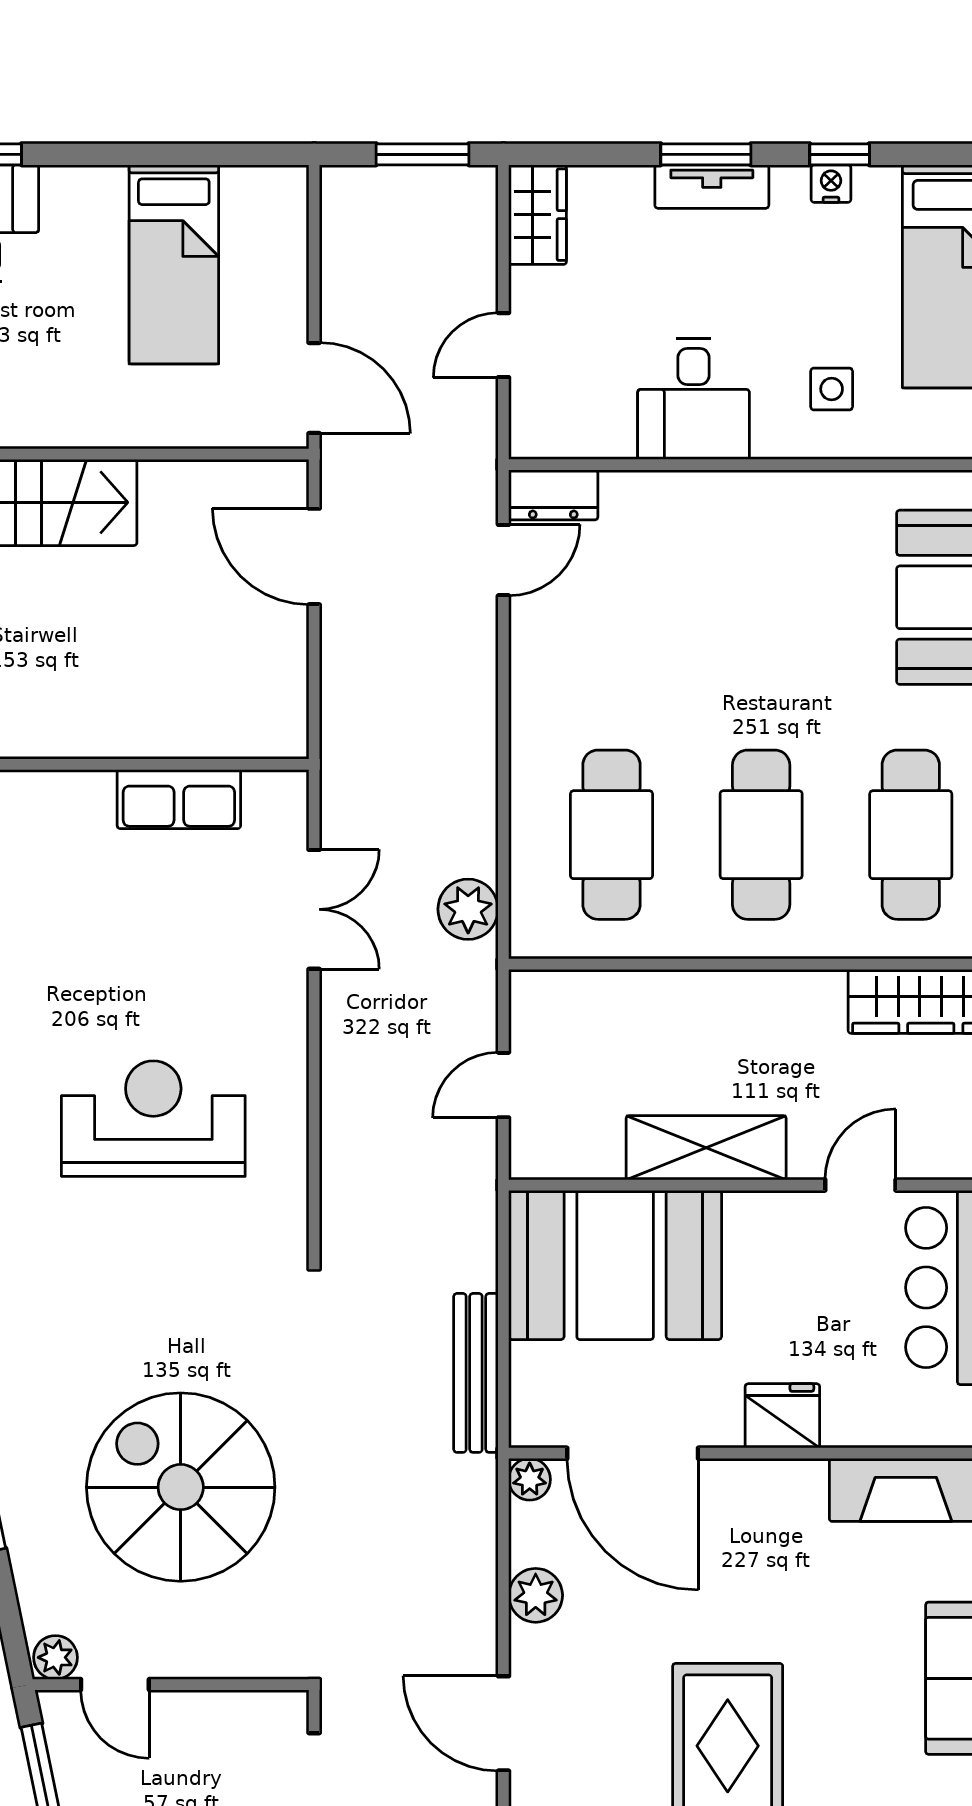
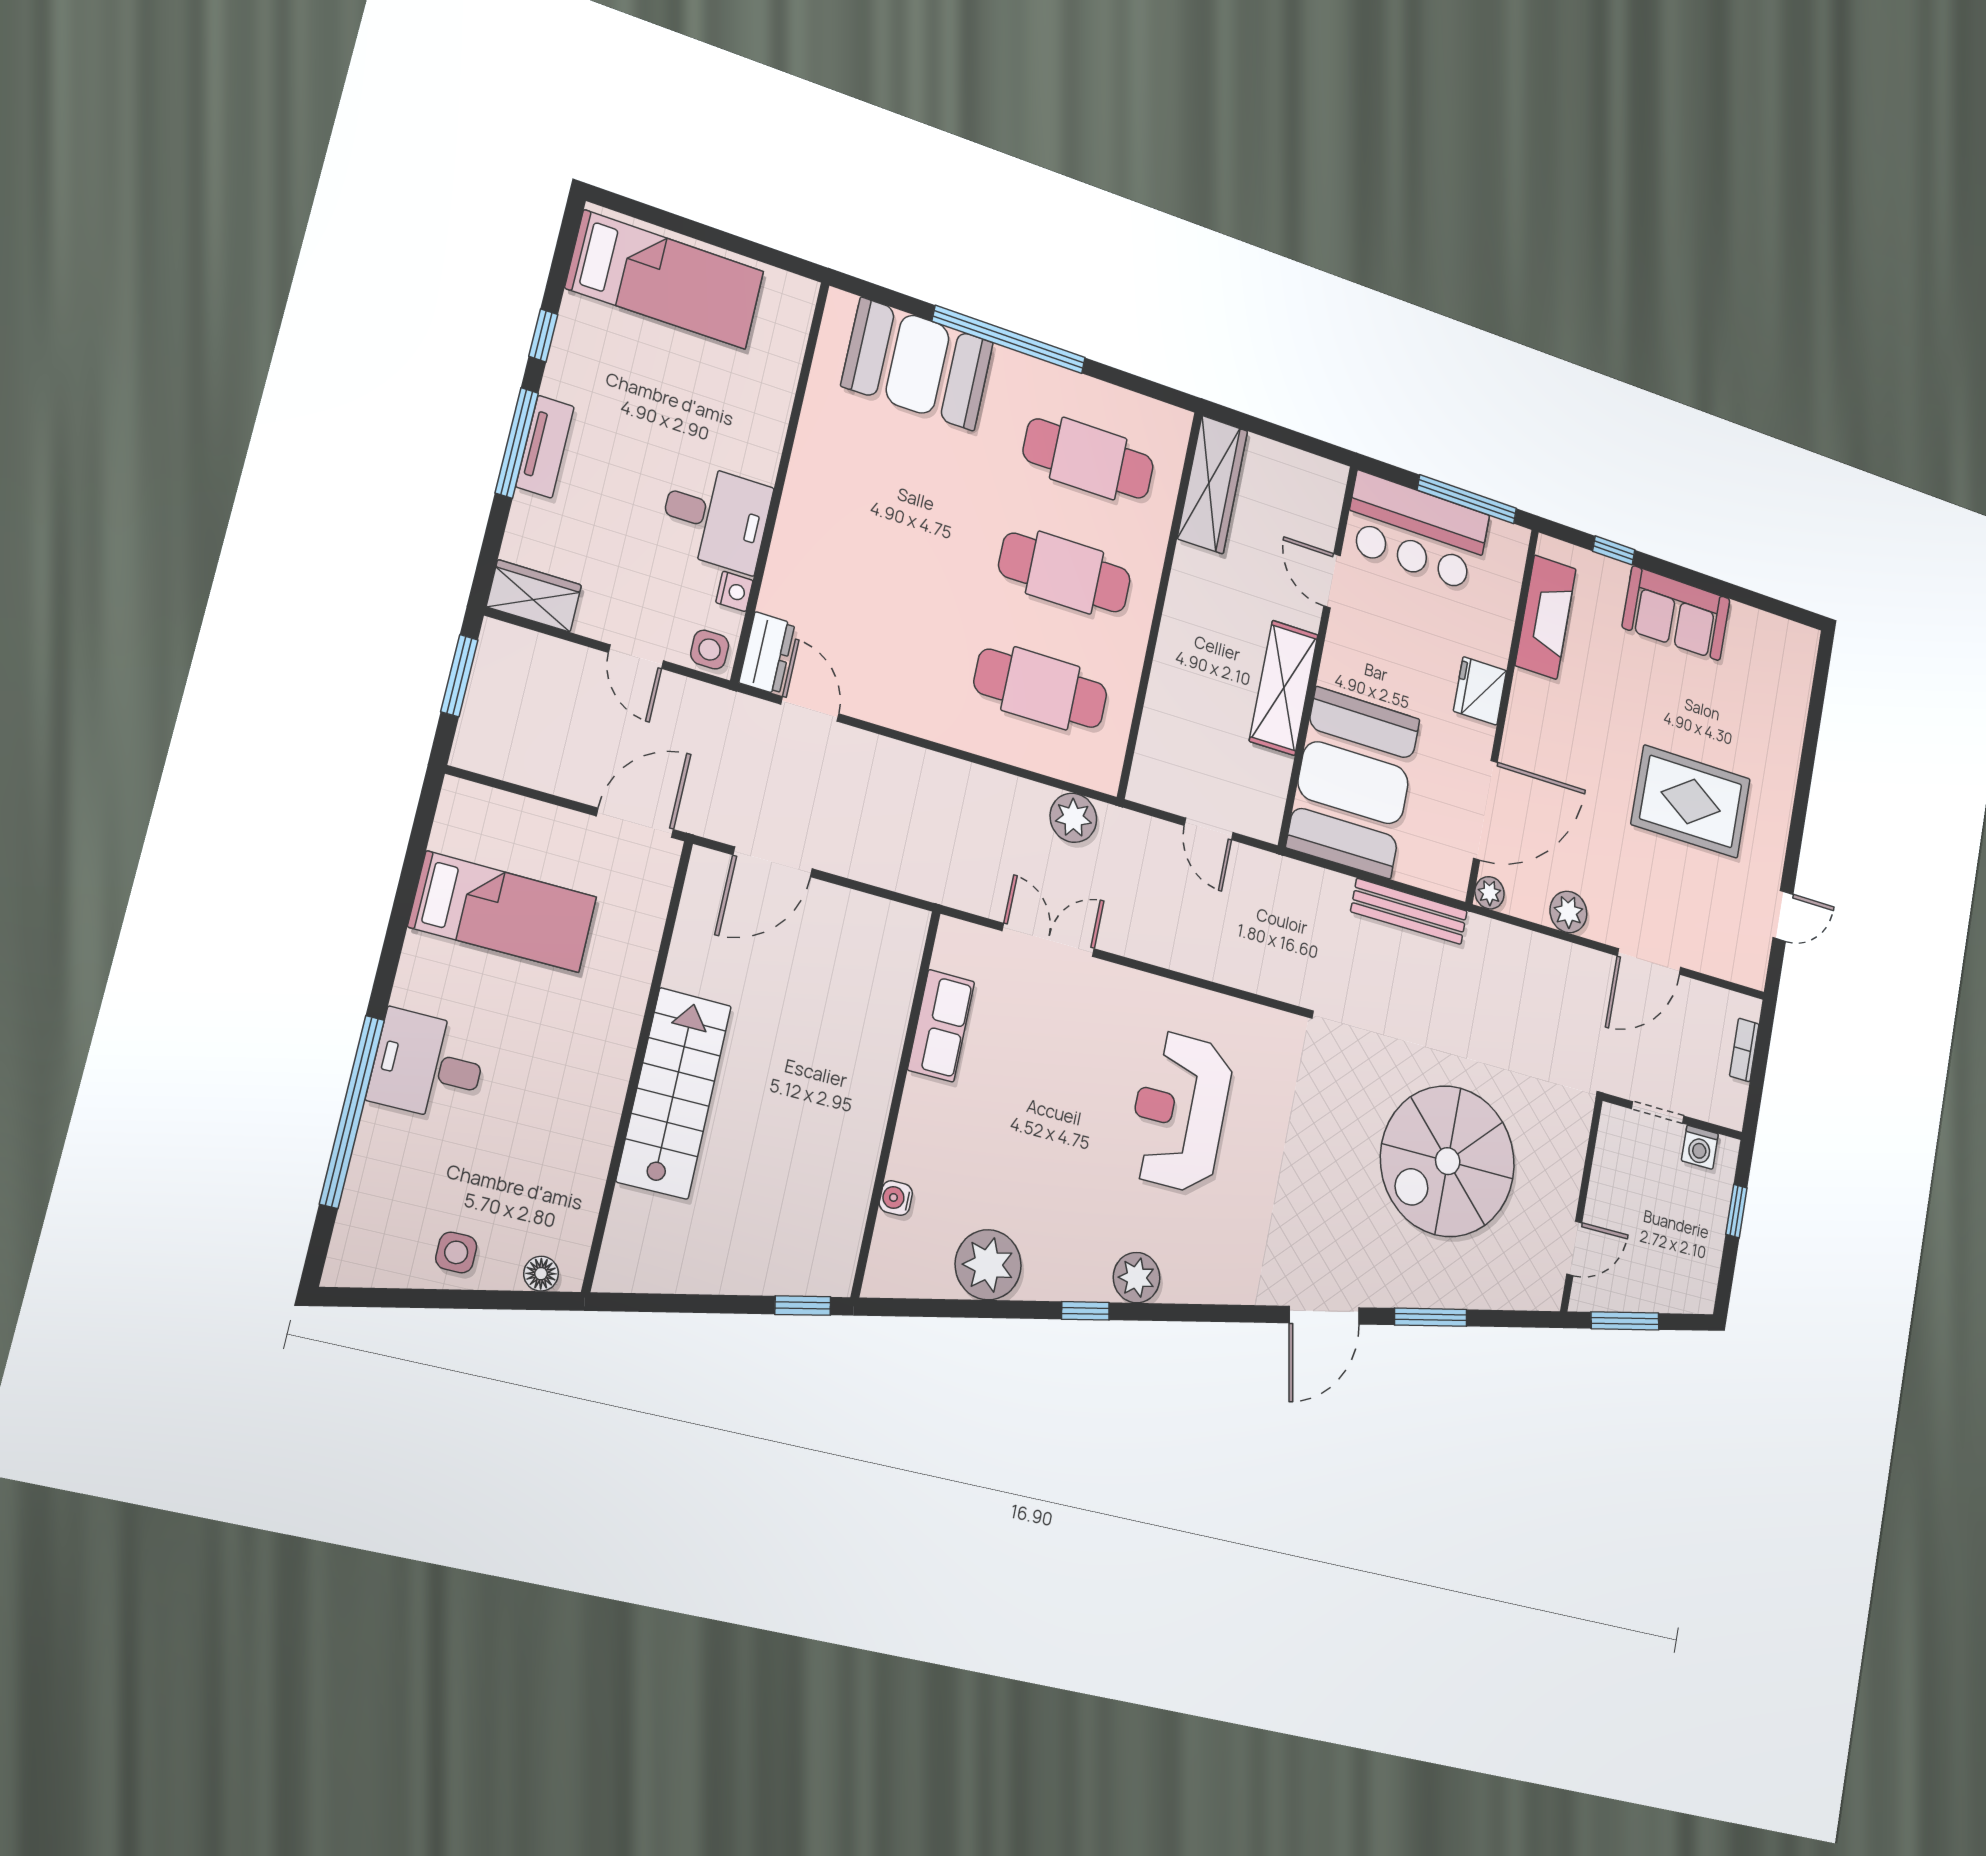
window: (706, 154) -> (517, 443), width x1.44
nightstand: (831, 184) -> (734, 591), moved, turned 180
side table: (832, 389) -> (710, 650), moved
plant: (55, 1657) -> (1548, 1290), removed

